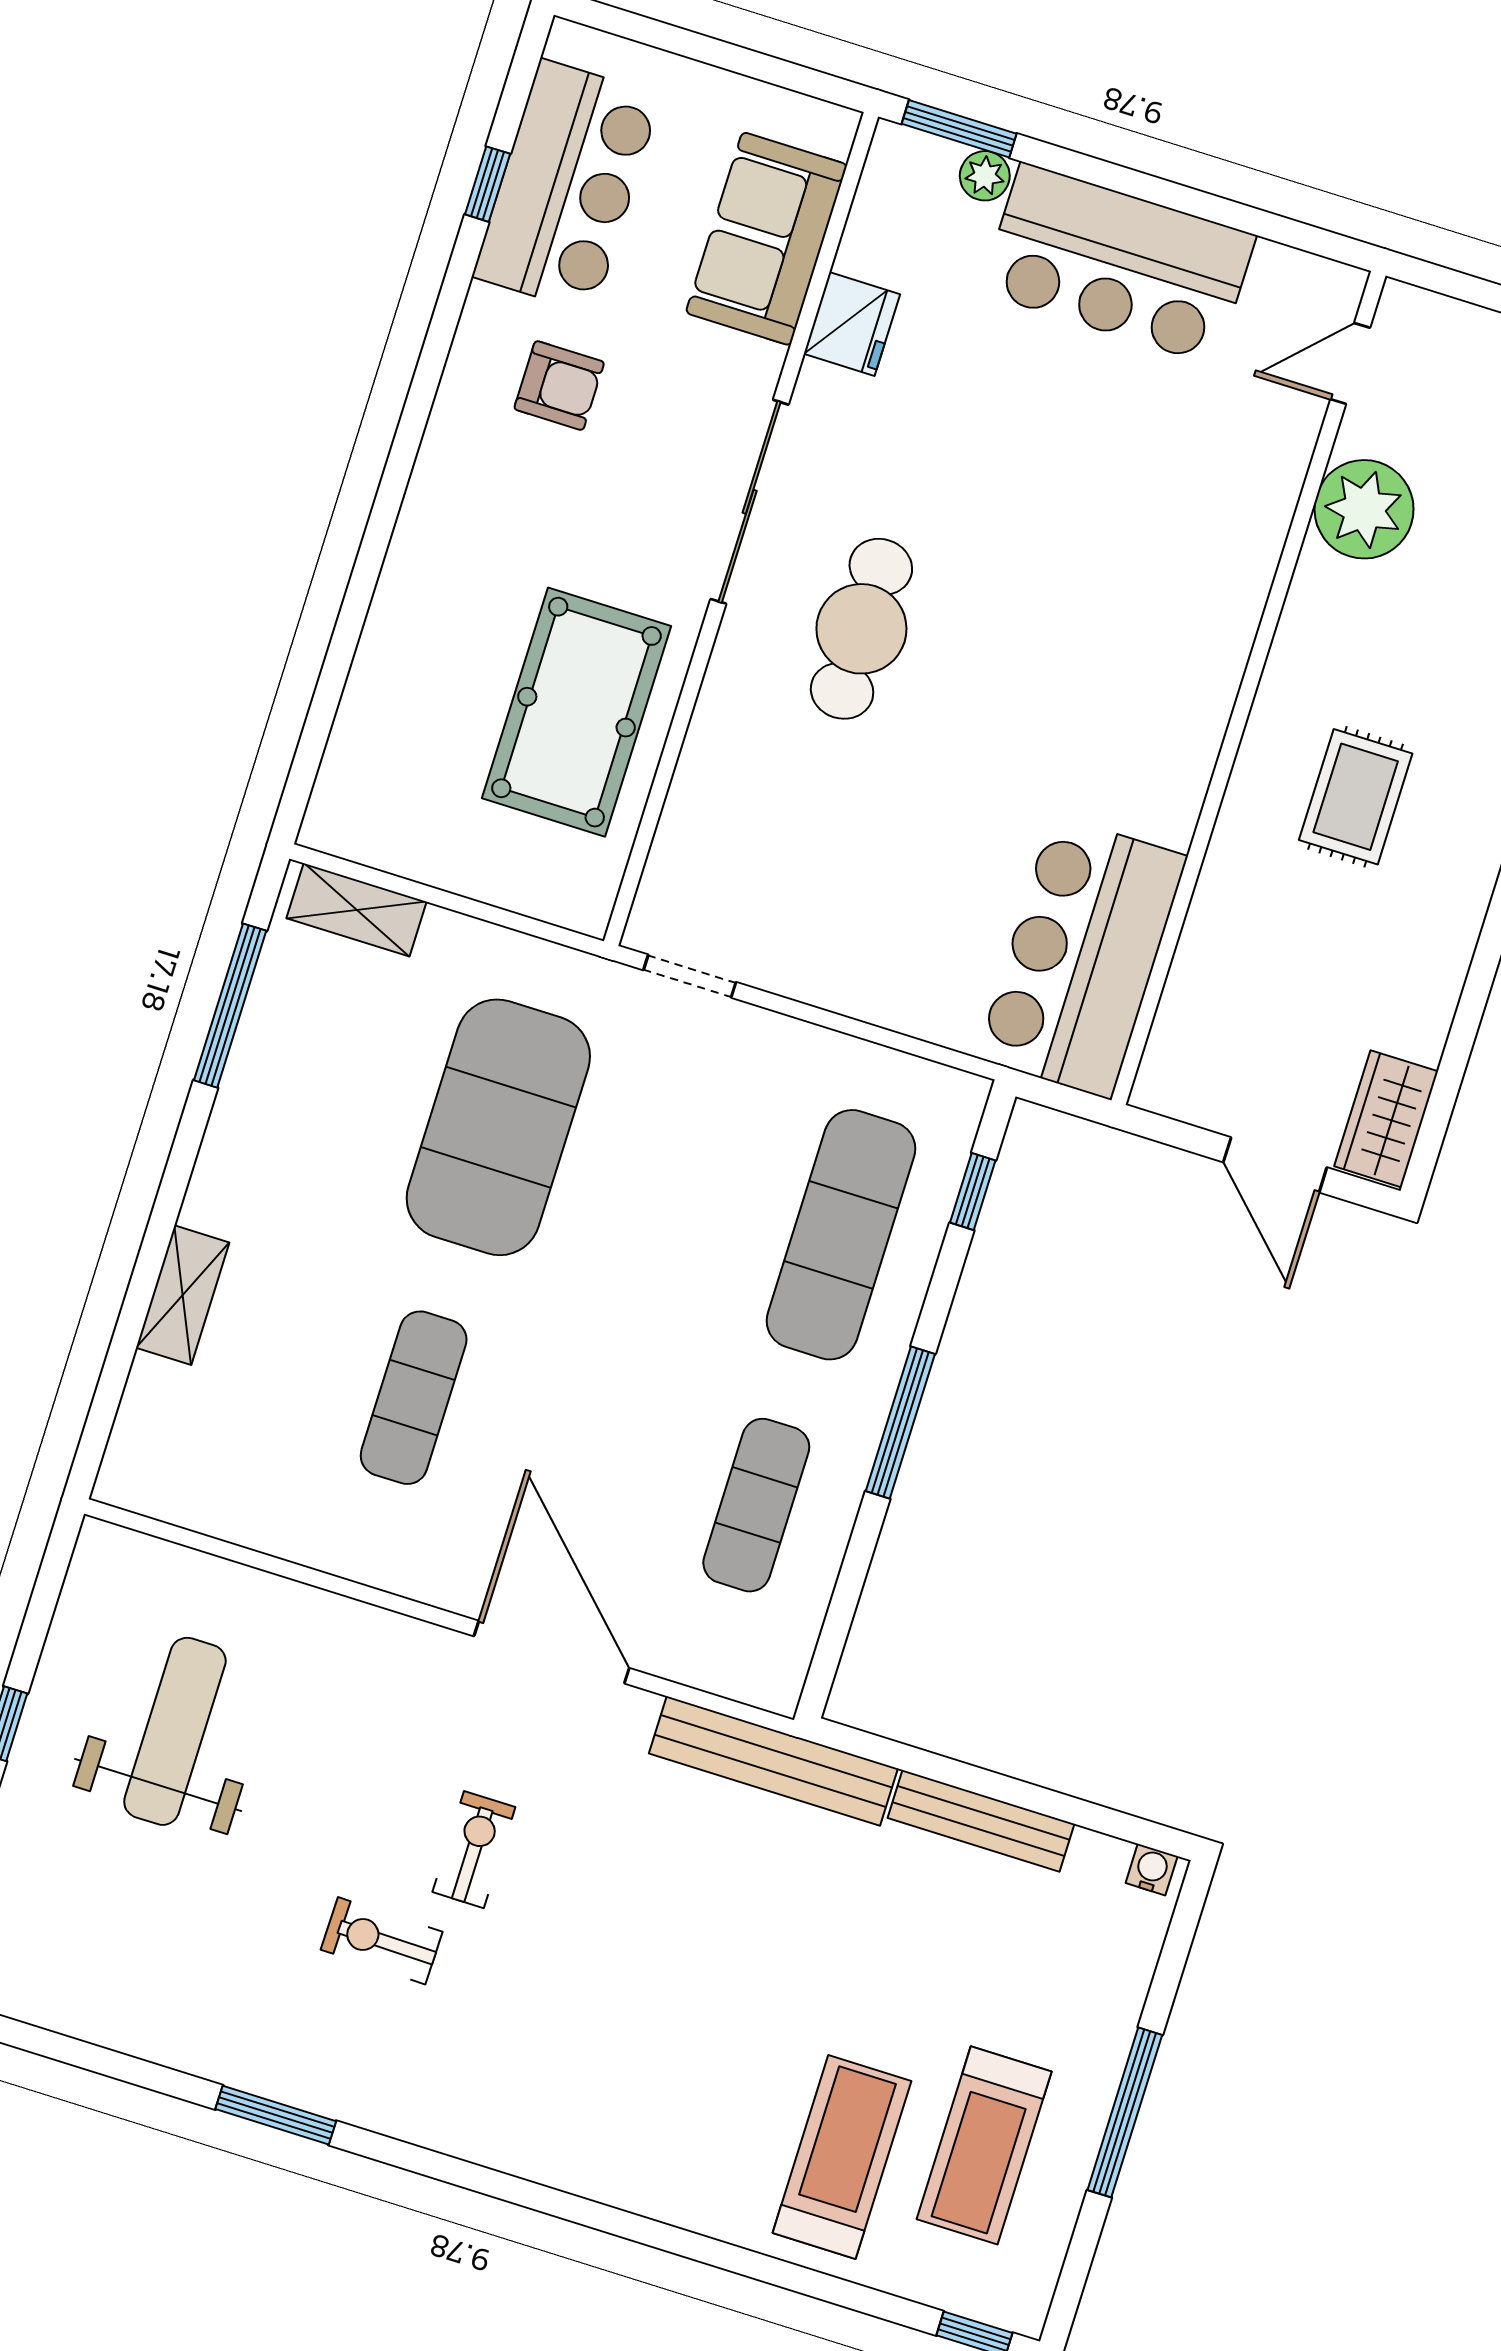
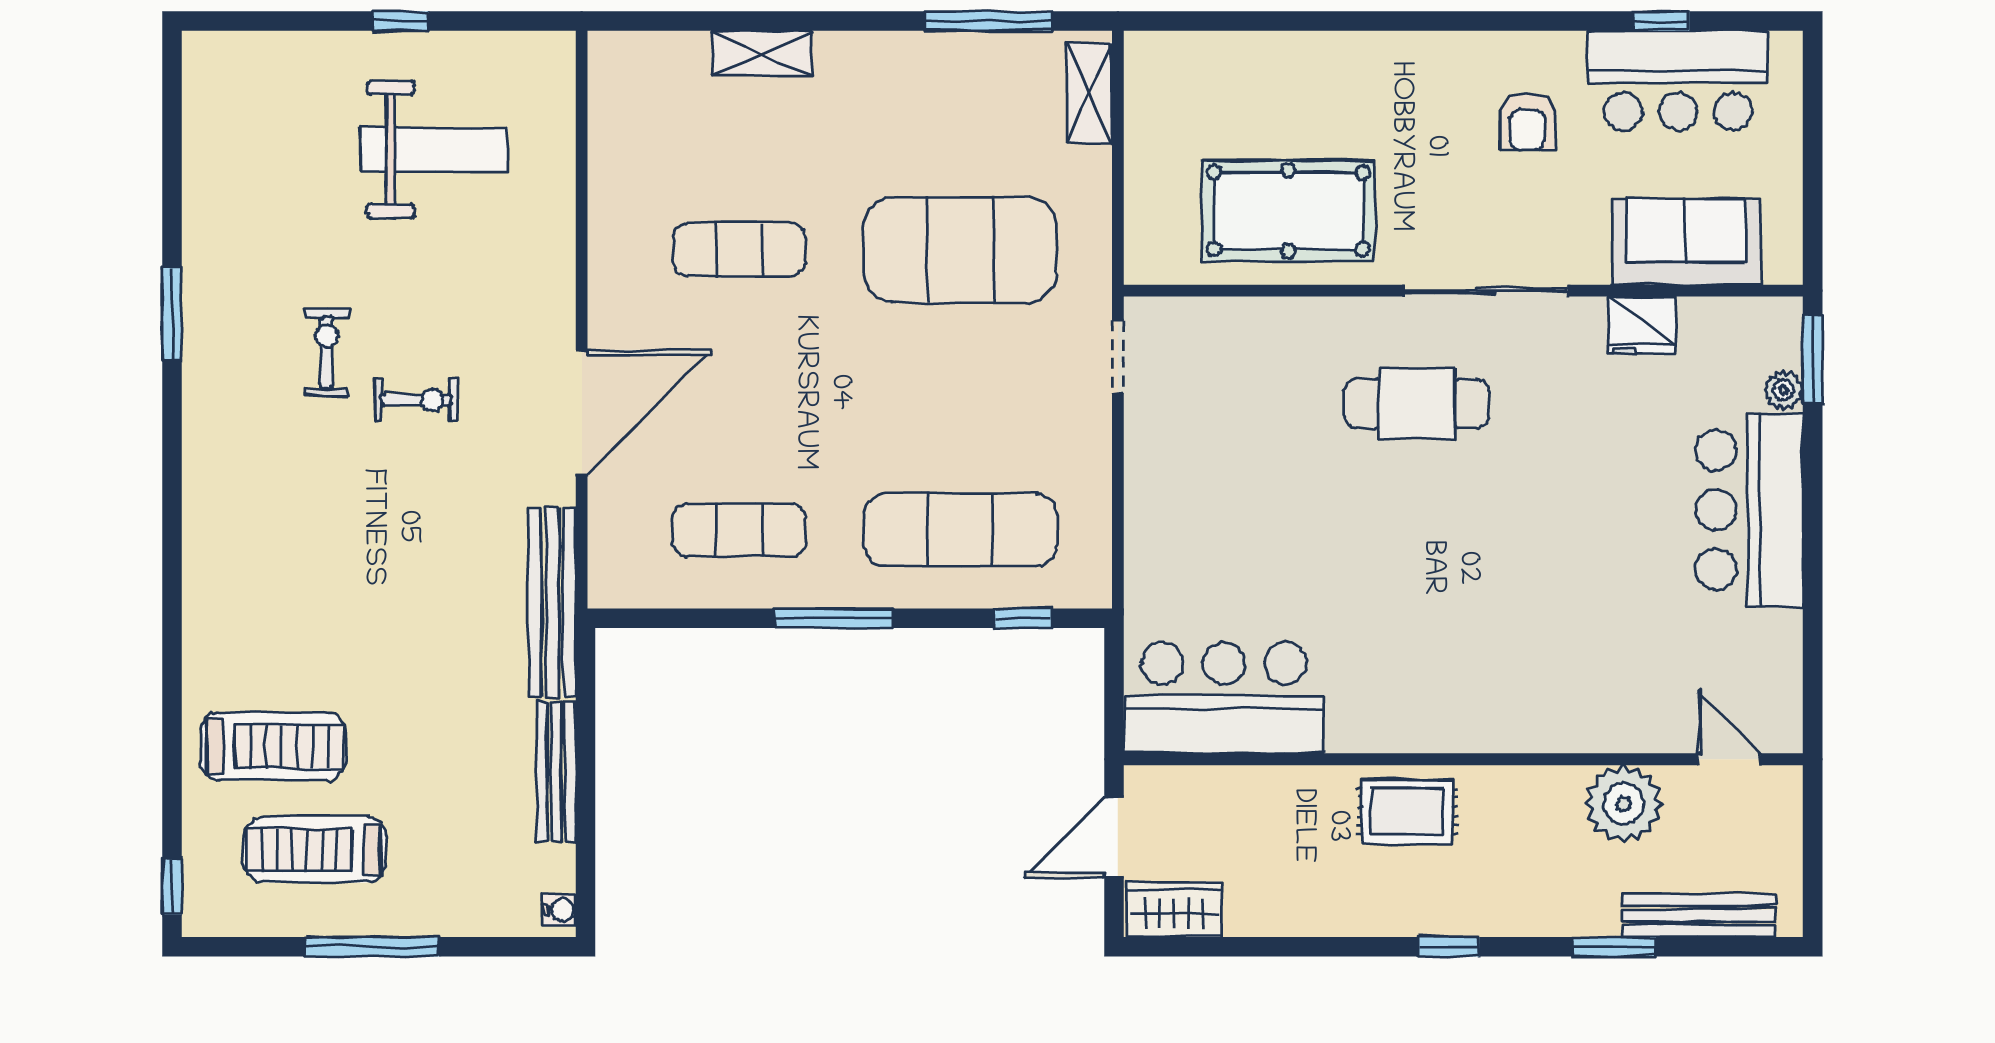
door: (1350, 363) -> (1729, 759), moved
plant: (1364, 509) -> (1624, 804), moved
wall: (1248, 688) -> (1463, 759), moved
bar counter: (1082, 957) -> (1224, 698), moved

